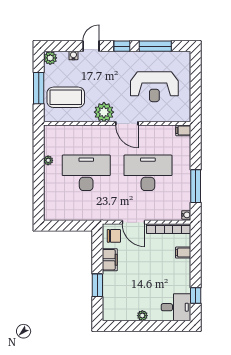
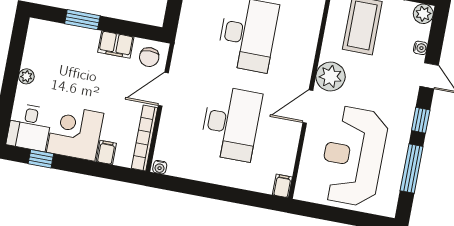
reception desk: (154, 87) -> (353, 156), width x1.36, depth x1.30
window: (196, 186) -> (199, 189), removed
corner desk: (174, 276) -> (75, 133), added

